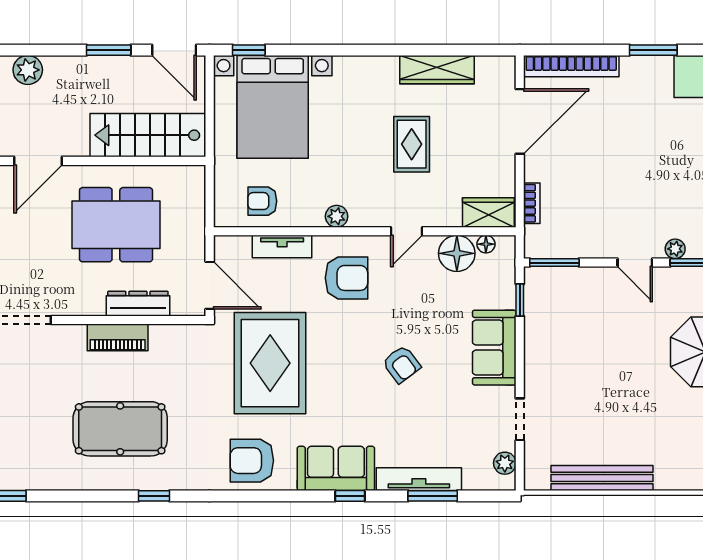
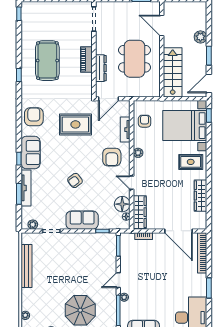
plant: (28, 70) -> (200, 37), moved
rug: (412, 144) -> (191, 162), moved
wardrobe: (488, 212) -> (140, 212), width x1.50
rug: (270, 363) -> (75, 124), width x0.73, depth x0.69

